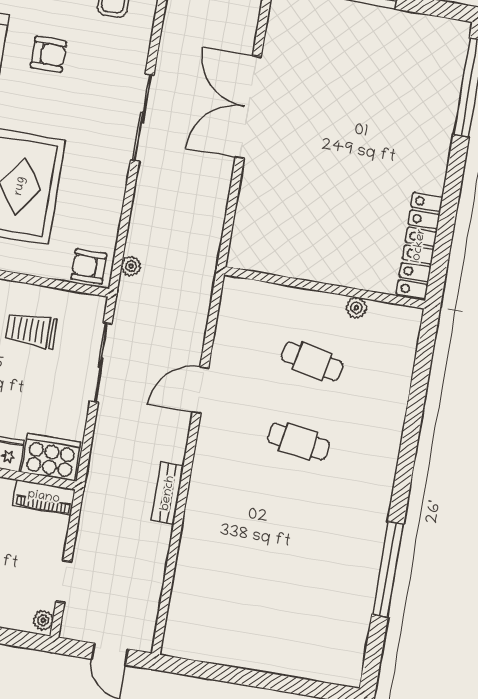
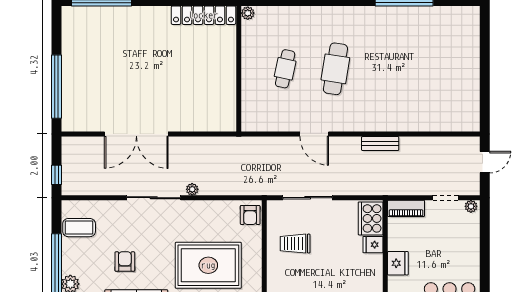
plant: (131, 266) -> (192, 189), moved
plant: (356, 308) -> (248, 13), moved
trolley: (31, 330) -> (295, 244), turned 90
cafe table: (299, 441) -> (335, 69), width x1.37, depth x1.35
piano: (44, 497) -> (406, 208), moved, turned 90

